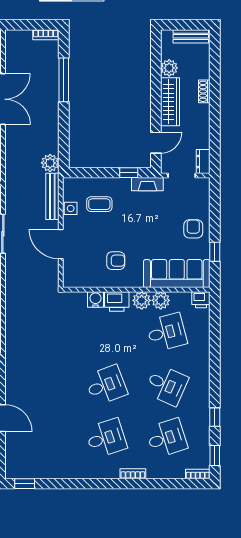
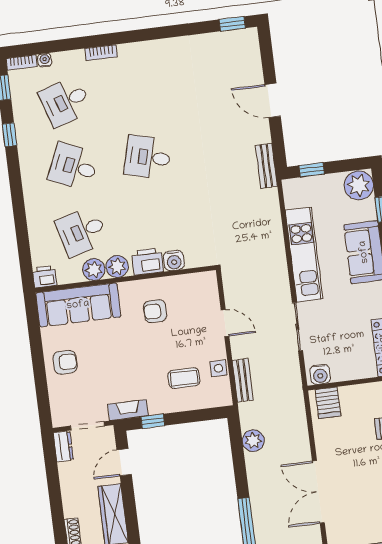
plant: (50, 163) -> (253, 441), moved
bench: (52, 196) -> (243, 380), width x0.73
armchair: (193, 229) -> (65, 362), turned -90
door: (61, 244) -> (225, 323), width x0.73
window: (215, 252) -> (35, 337), removed
bench: (12, 366) -> (266, 166), added
desk: (106, 385) -> (148, 157), turned 36
desk: (106, 438) -> (139, 92), removed
water cooler: (179, 473) -> (45, 60), added

